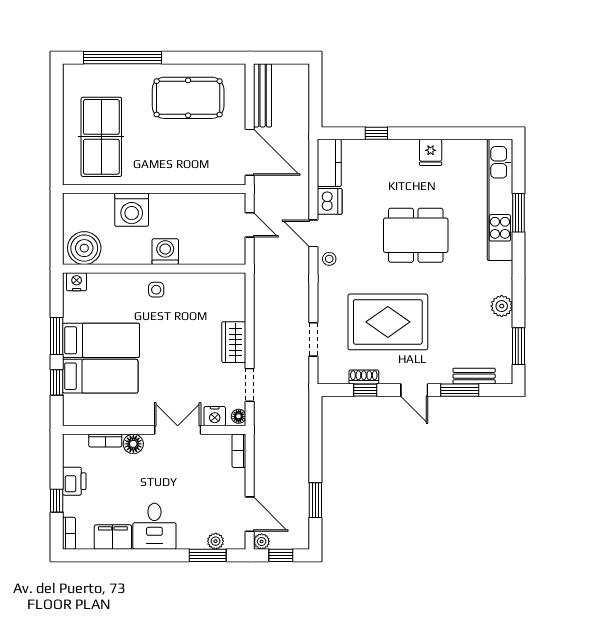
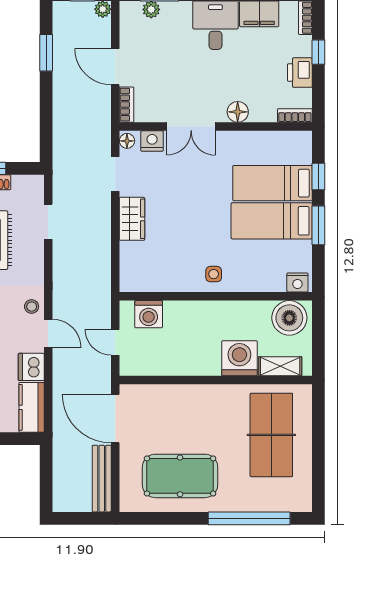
shelving: (93, 202) -> (280, 366), added
washing machine: (165, 252) -> (149, 314), moved
bookcase: (105, 440) -> (295, 115), moved
door: (250, 514) -> (115, 67), moved

